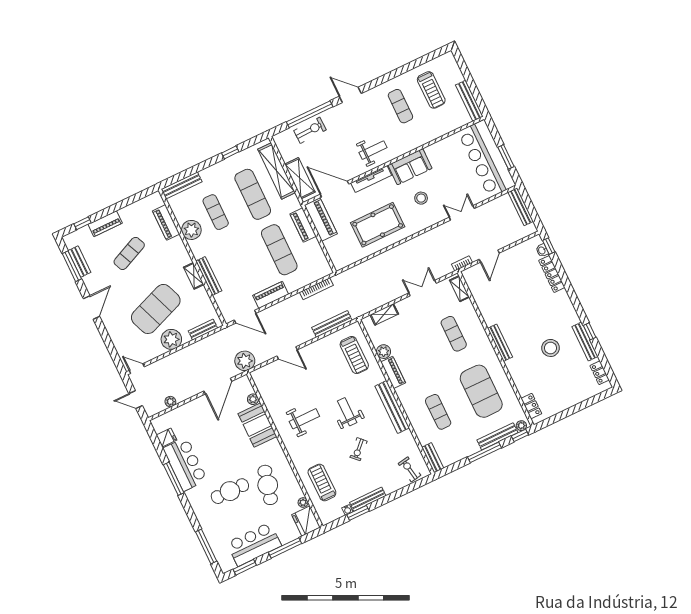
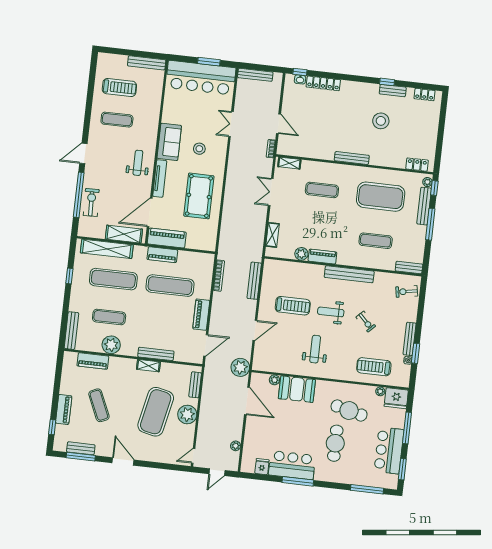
exercise mat: (156, 309) -> (156, 412), turned 33
bench: (585, 341) -> (393, 91), width x0.73
treadmill: (354, 355) -> (293, 306), moved

